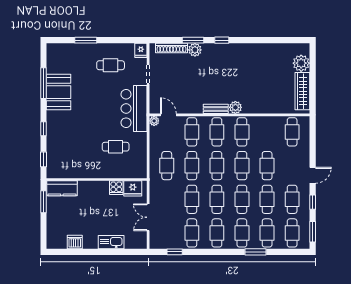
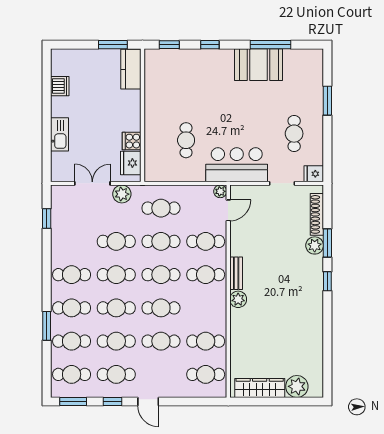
cafe table: (242, 132) -> (206, 341), moved
plant: (156, 195) -> (122, 194), added
cafe table: (192, 233) -> (72, 241), removed

